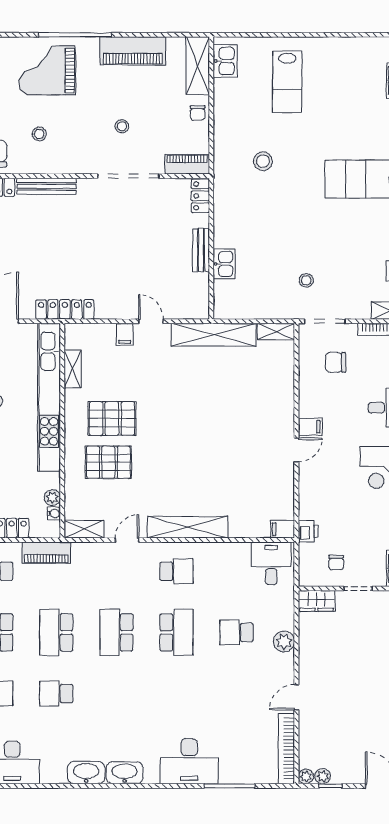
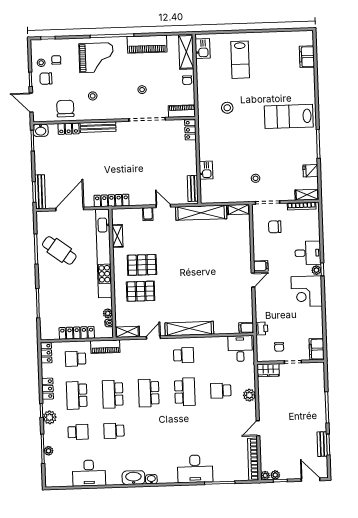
grand piano: (47, 70) -> (96, 58), turned 180
bench: (201, 250) -> (193, 188), moved
washbasin: (125, 773) -> (151, 479), width x0.52, depth x0.69

